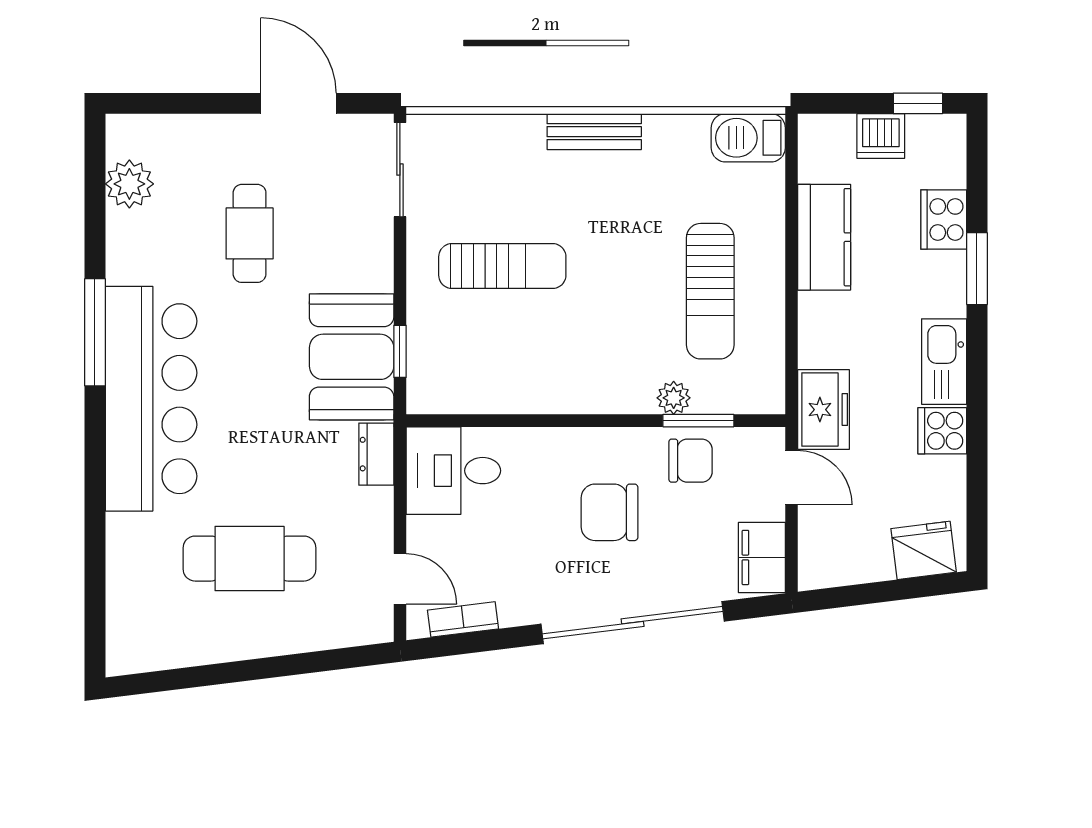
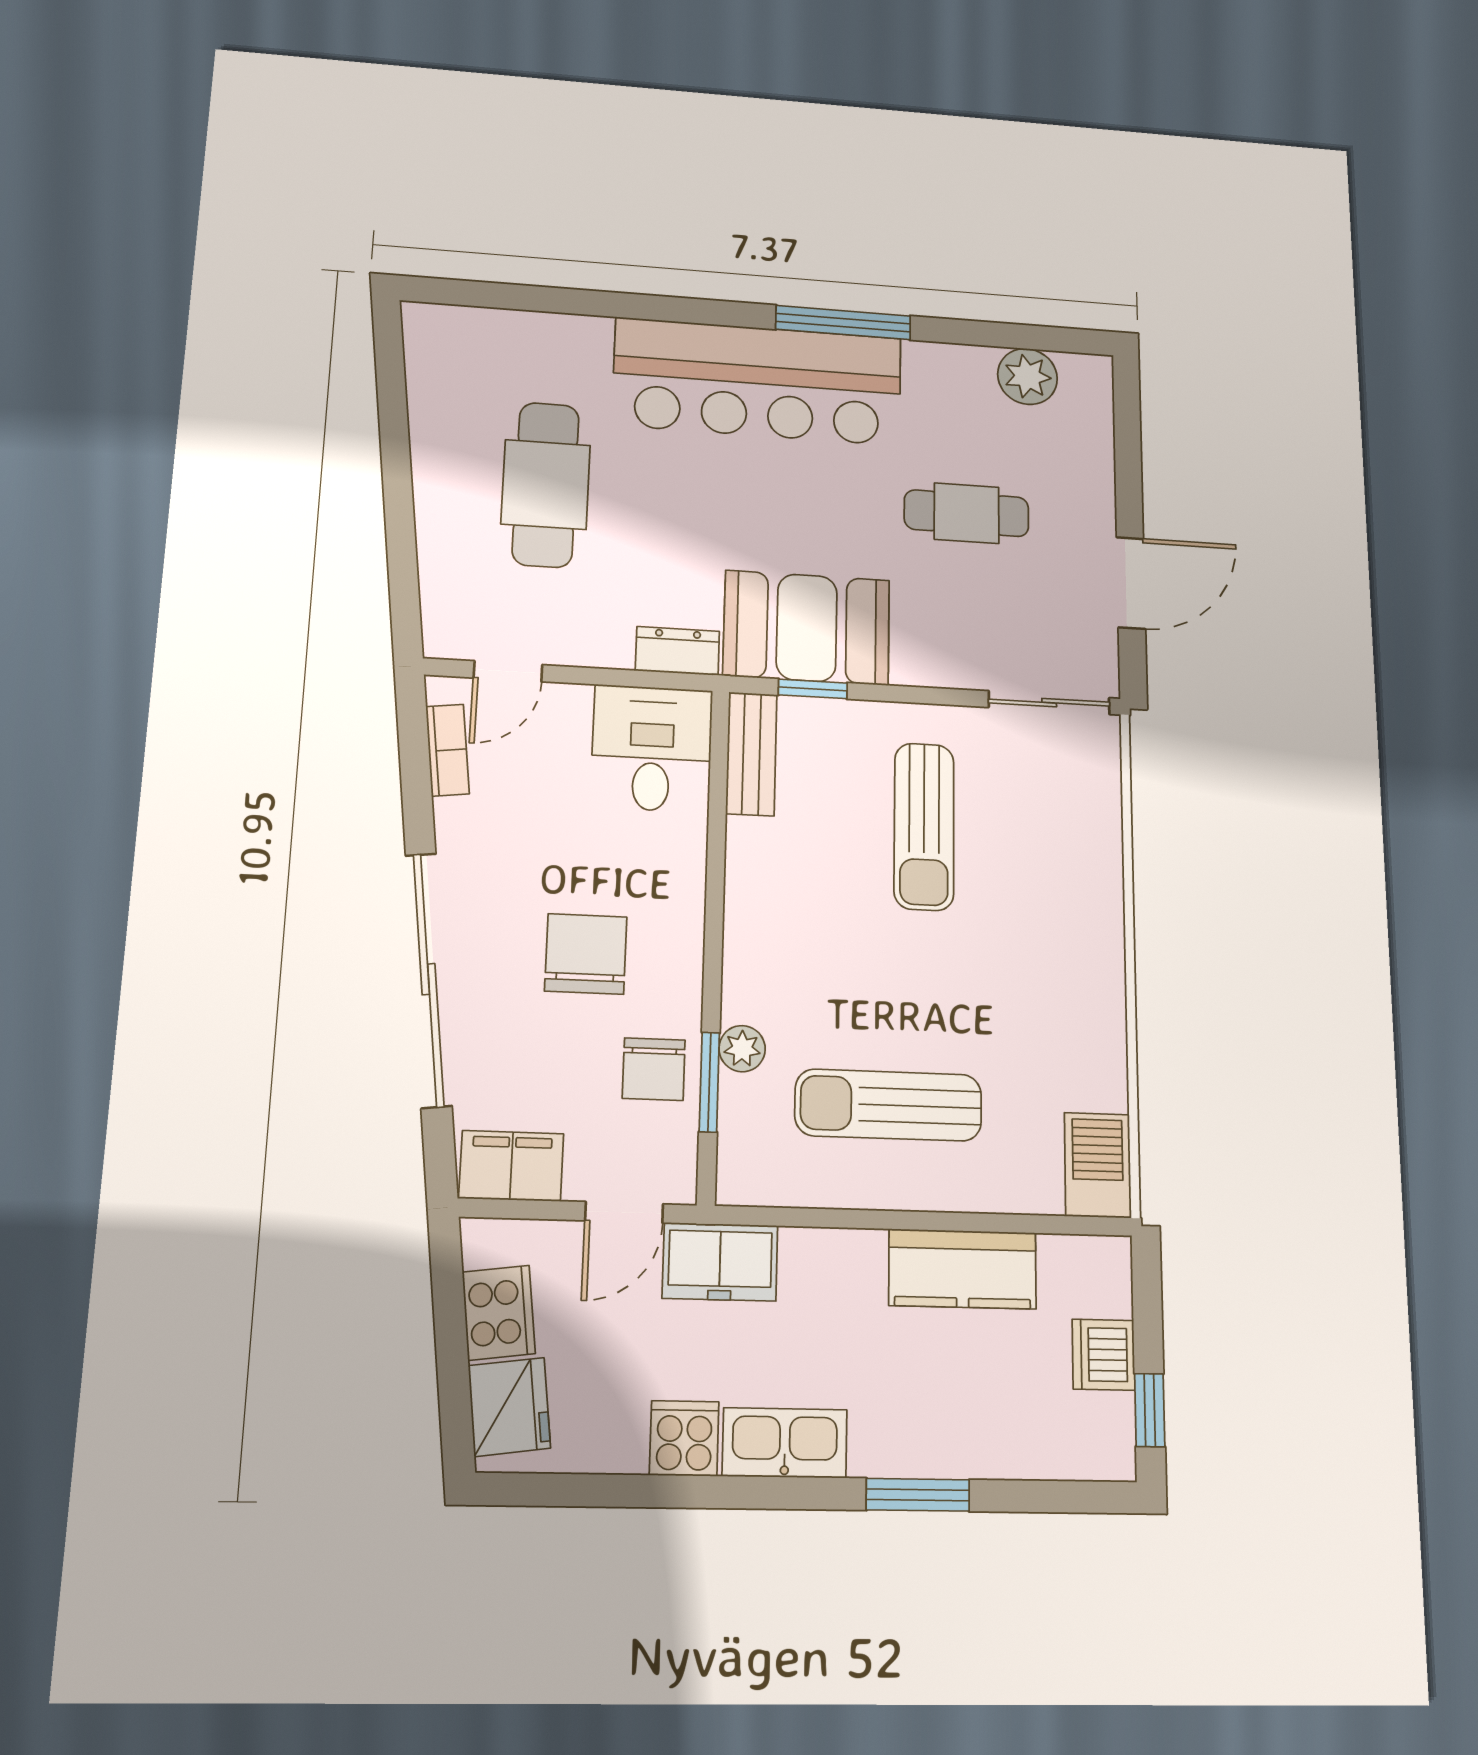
bench: (594, 132) -> (751, 754), moved
cooker: (944, 219) -> (499, 1313), moved, turned 83

